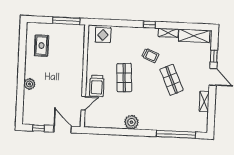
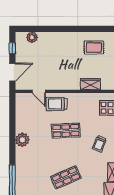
wardrobe: (78, 51) -> (90, 84), added
trolley: (150, 55) -> (100, 144), moved
plant: (29, 84) -> (32, 37), moved

